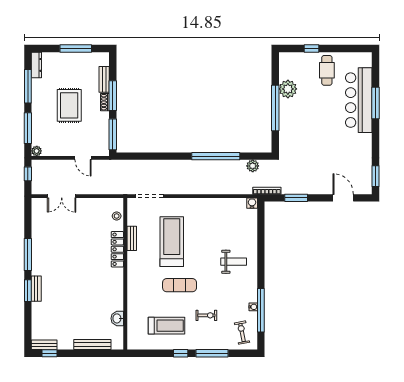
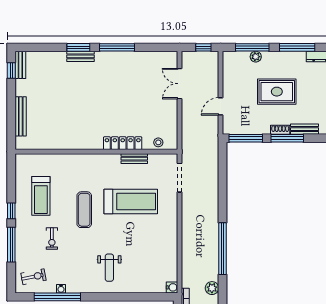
plant: (37, 151) -> (256, 57), moved
washbasin: (117, 318) -> (49, 143), removed

